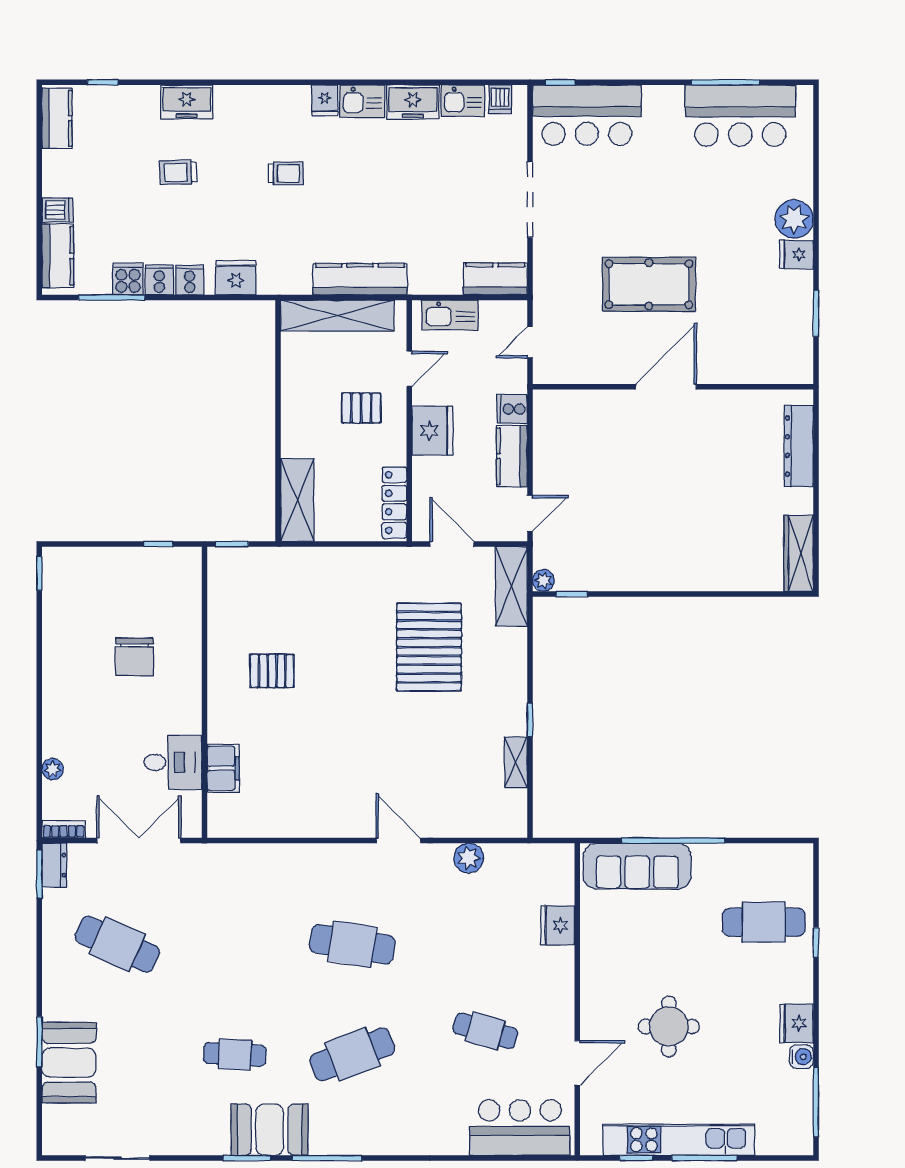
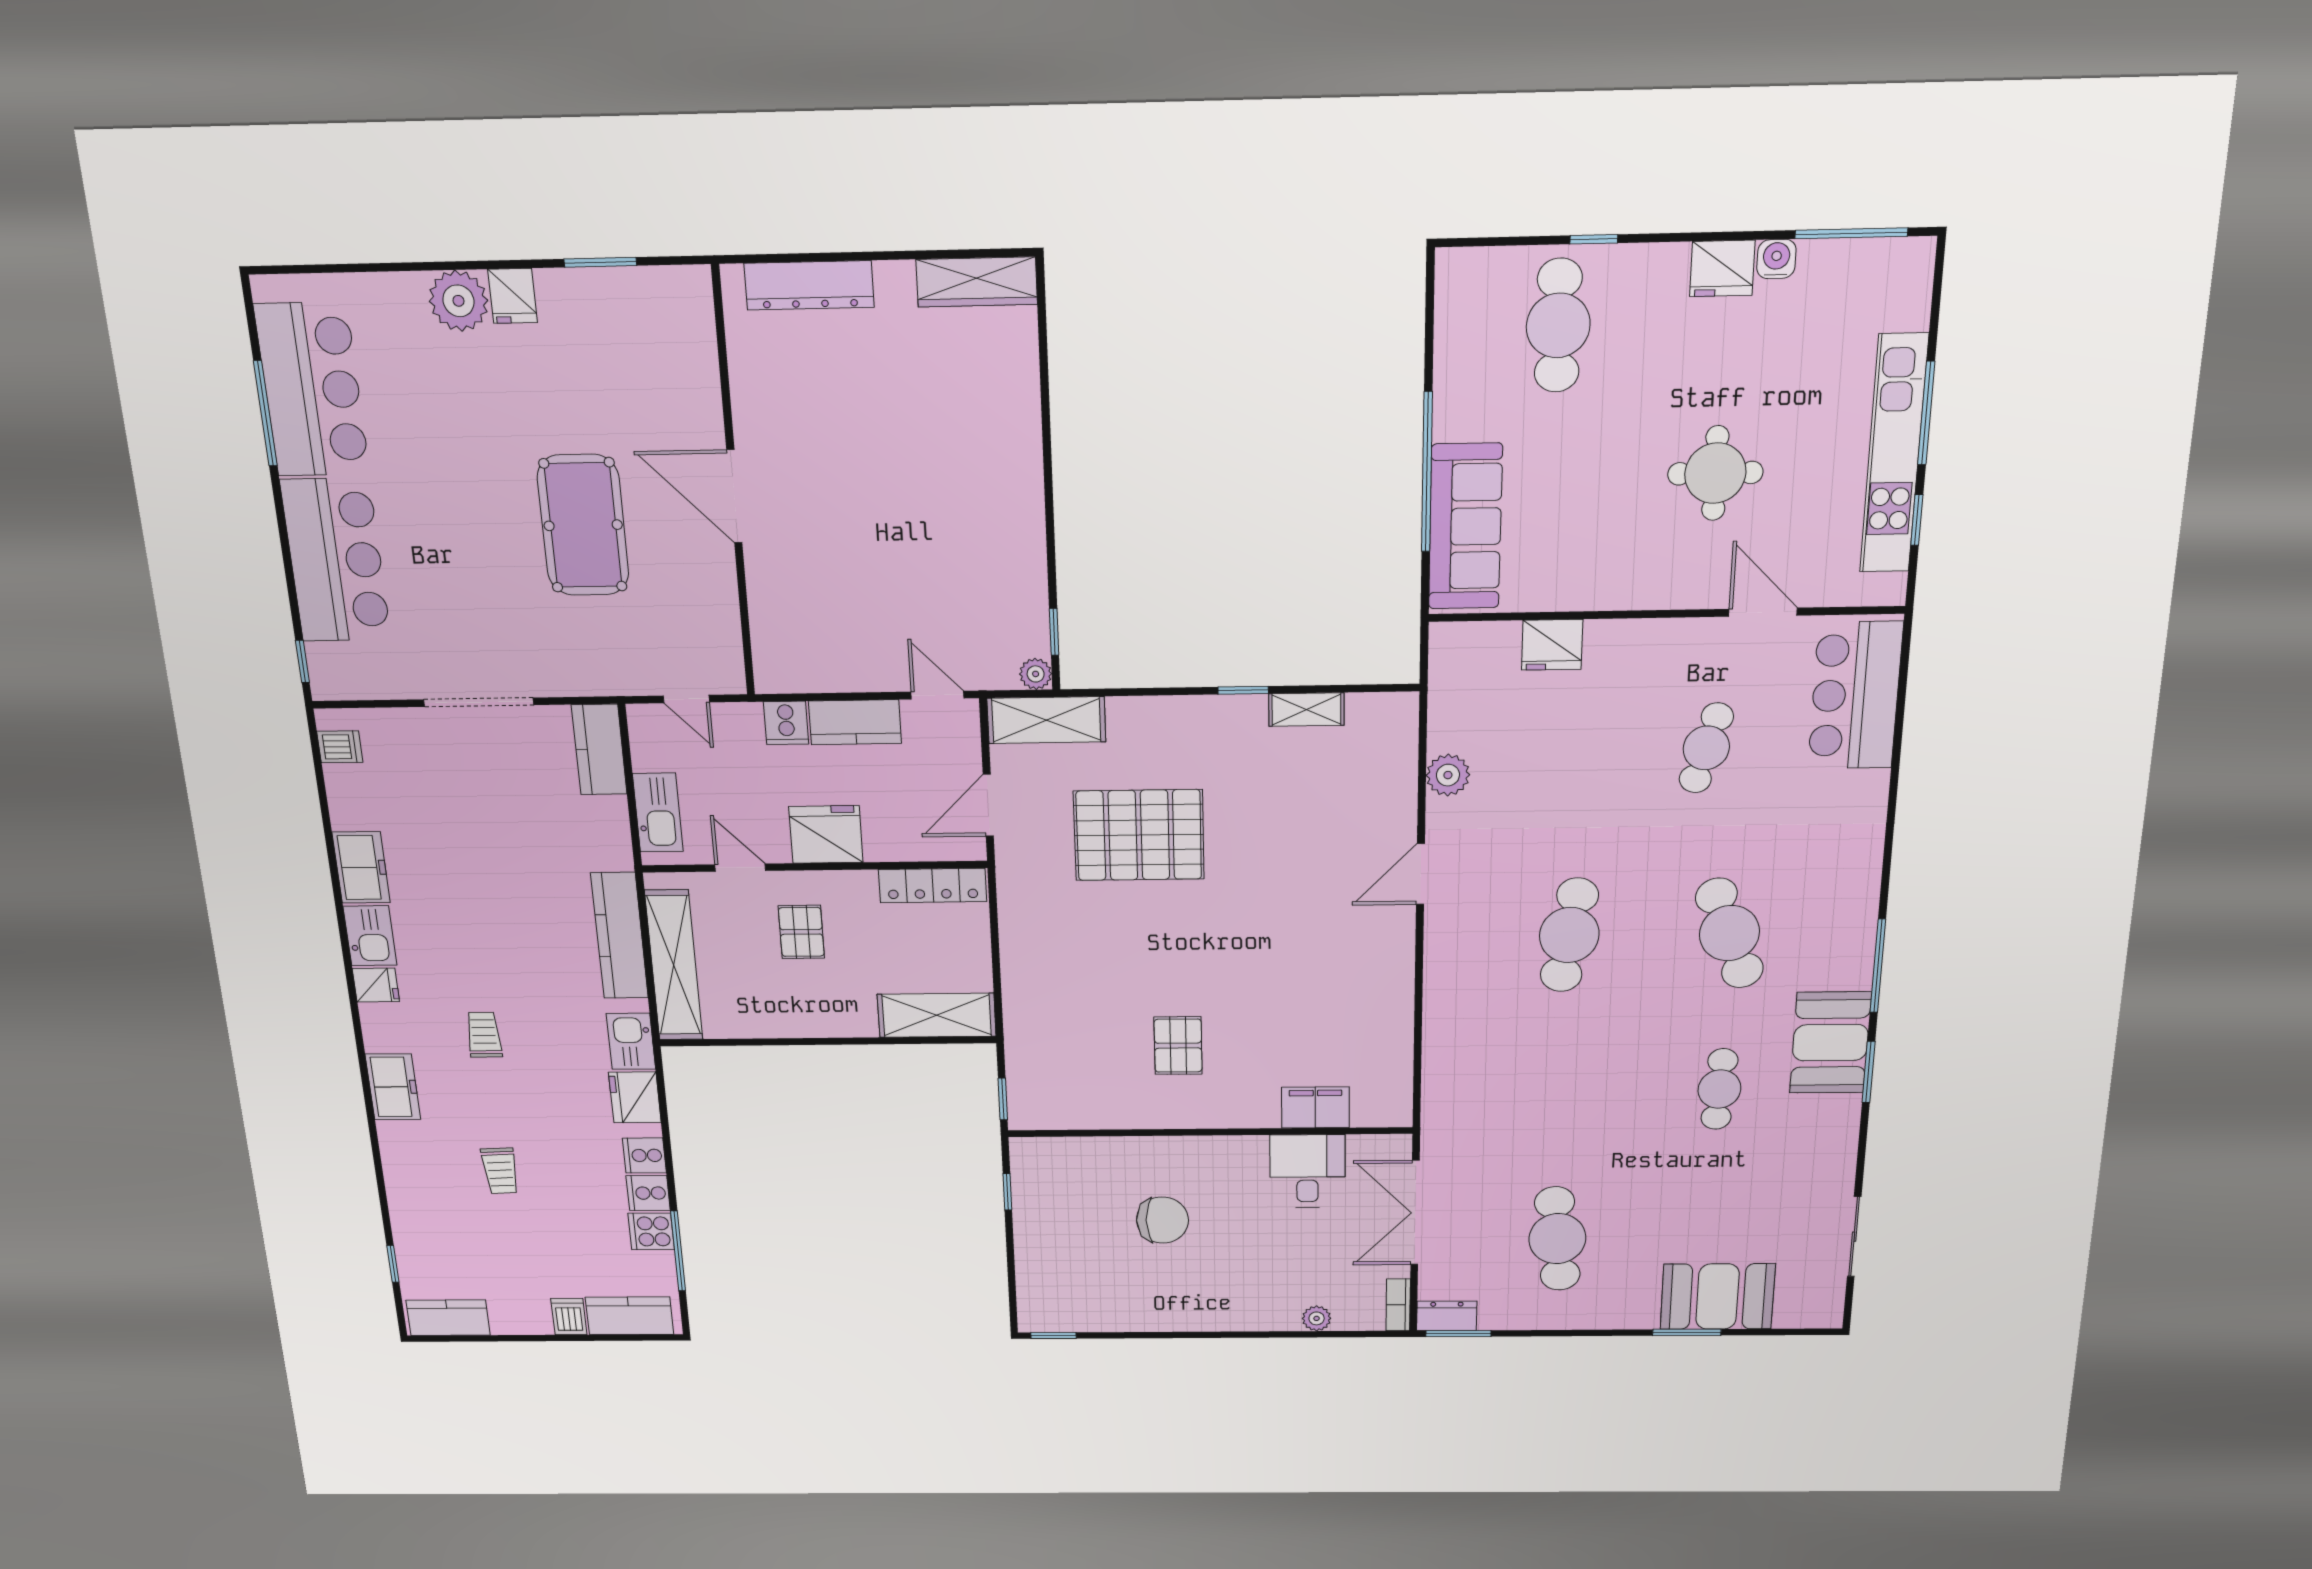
kitchen sink: (463, 101) -> (631, 1041), moved, turned 180
freezer: (187, 102) -> (393, 1087), moved
bar counter: (587, 115) -> (336, 560), moved
cafe table: (117, 944) -> (1557, 1239), turned -30

